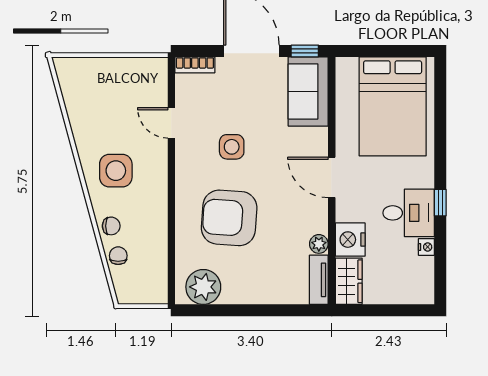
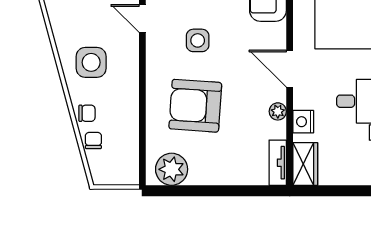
nightstand: (350, 240) -> (303, 122), width x0.74, depth x0.75
plant: (319, 244) -> (278, 111), moved

